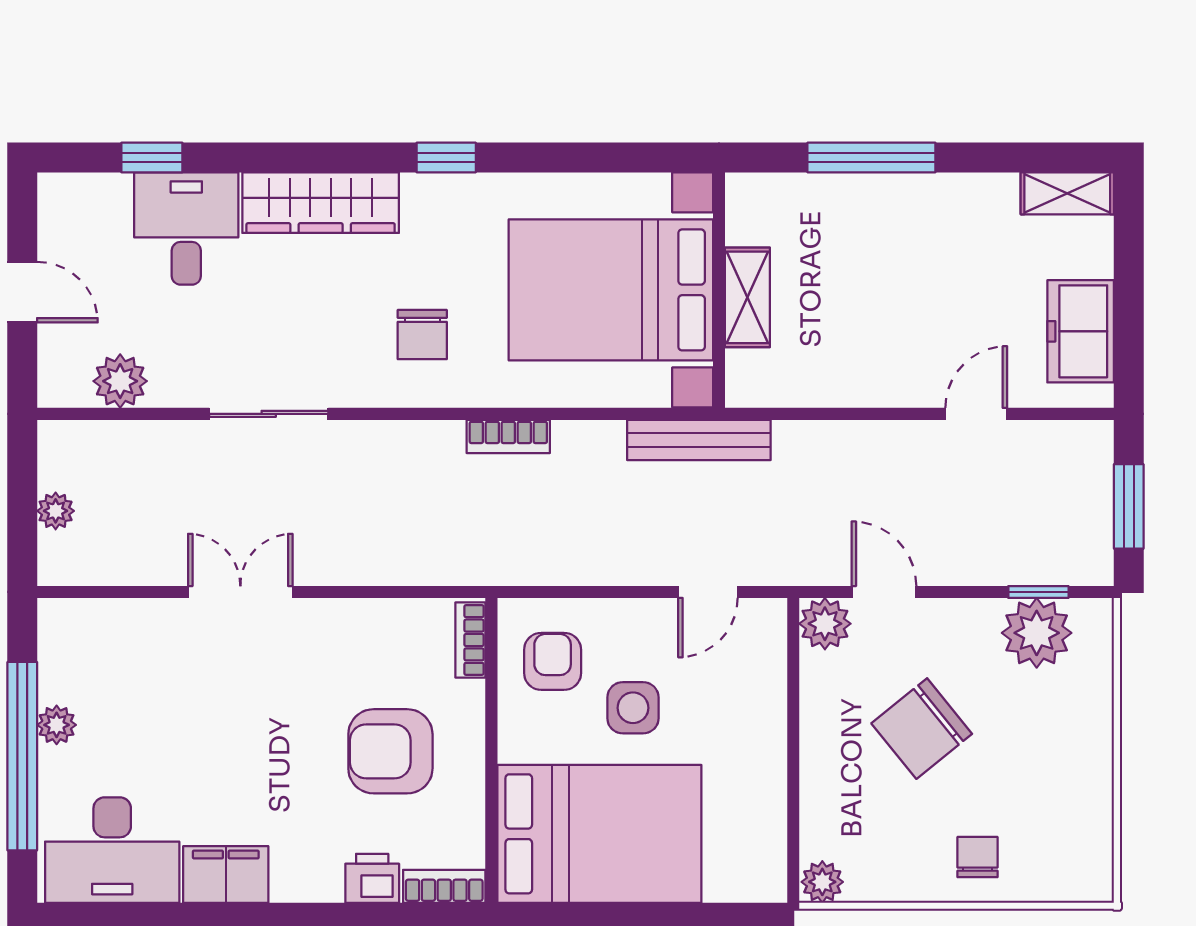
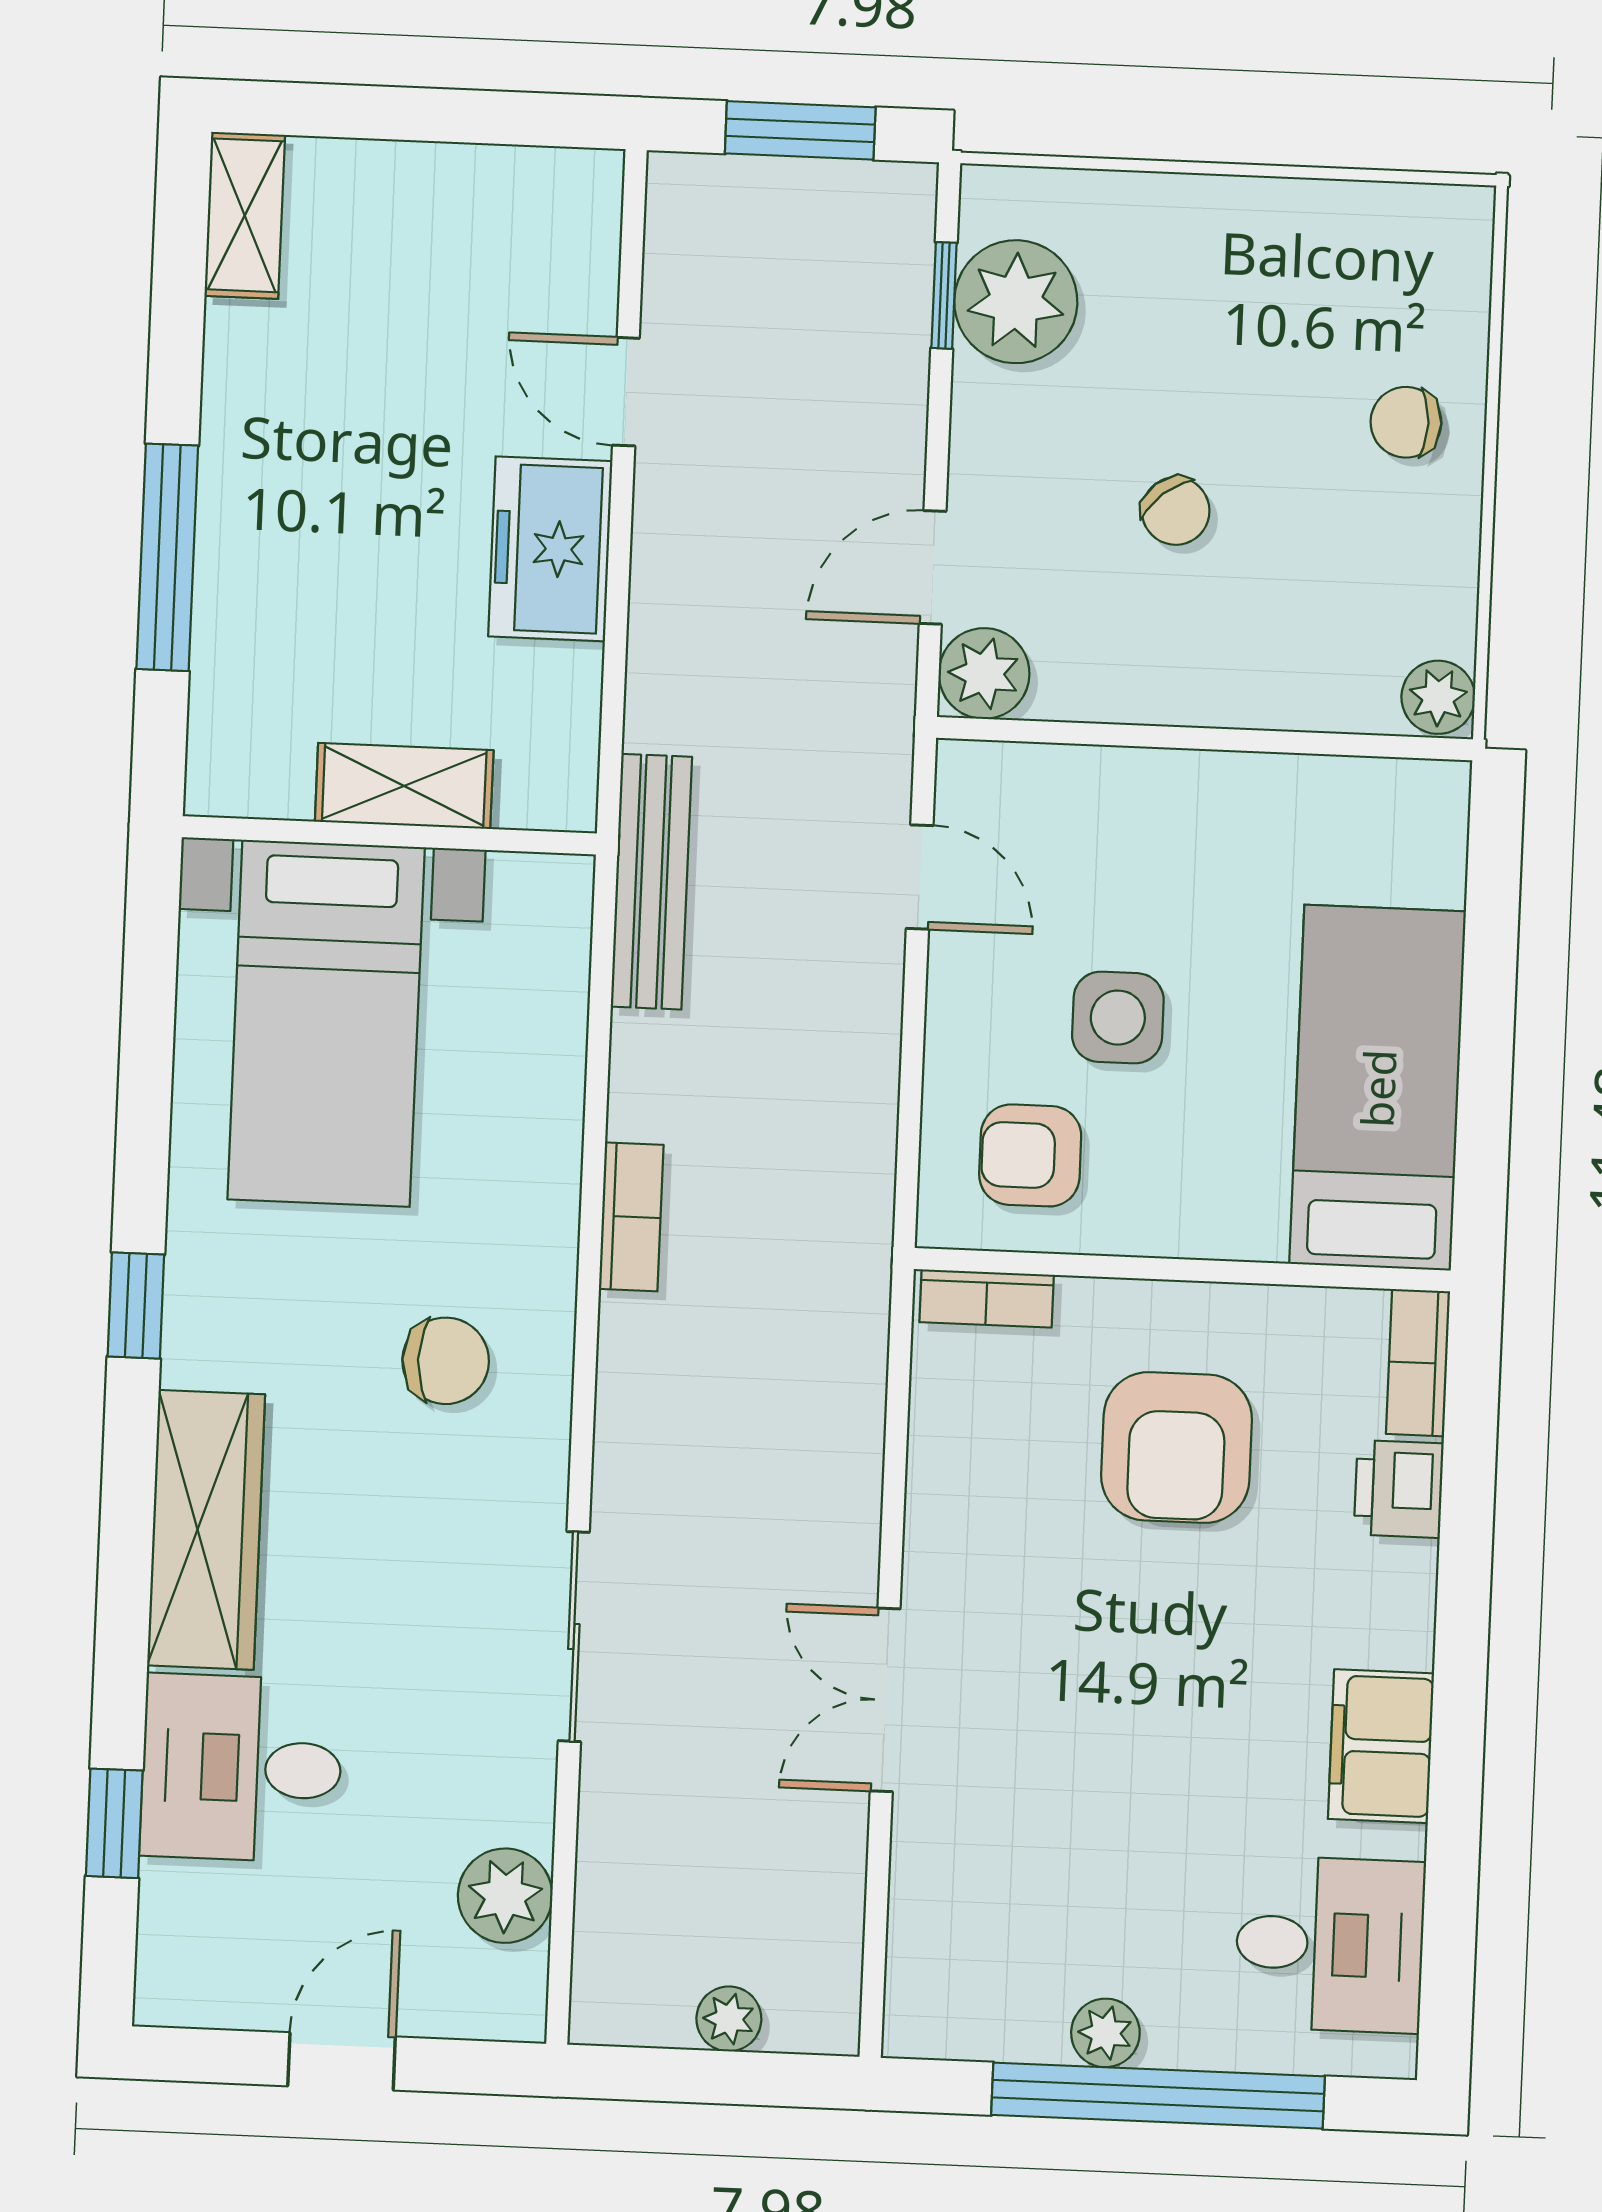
bed with nightstands: (611, 290) -> (326, 1023), width x0.73
freezer: (1081, 331) -> (550, 549), moved, turned 90
chair: (922, 729) -> (1176, 511), width x0.54, depth x0.54
bed: (599, 834) -> (1378, 1088), width x0.67
desk: (112, 850) -> (1330, 1944), width x0.73

